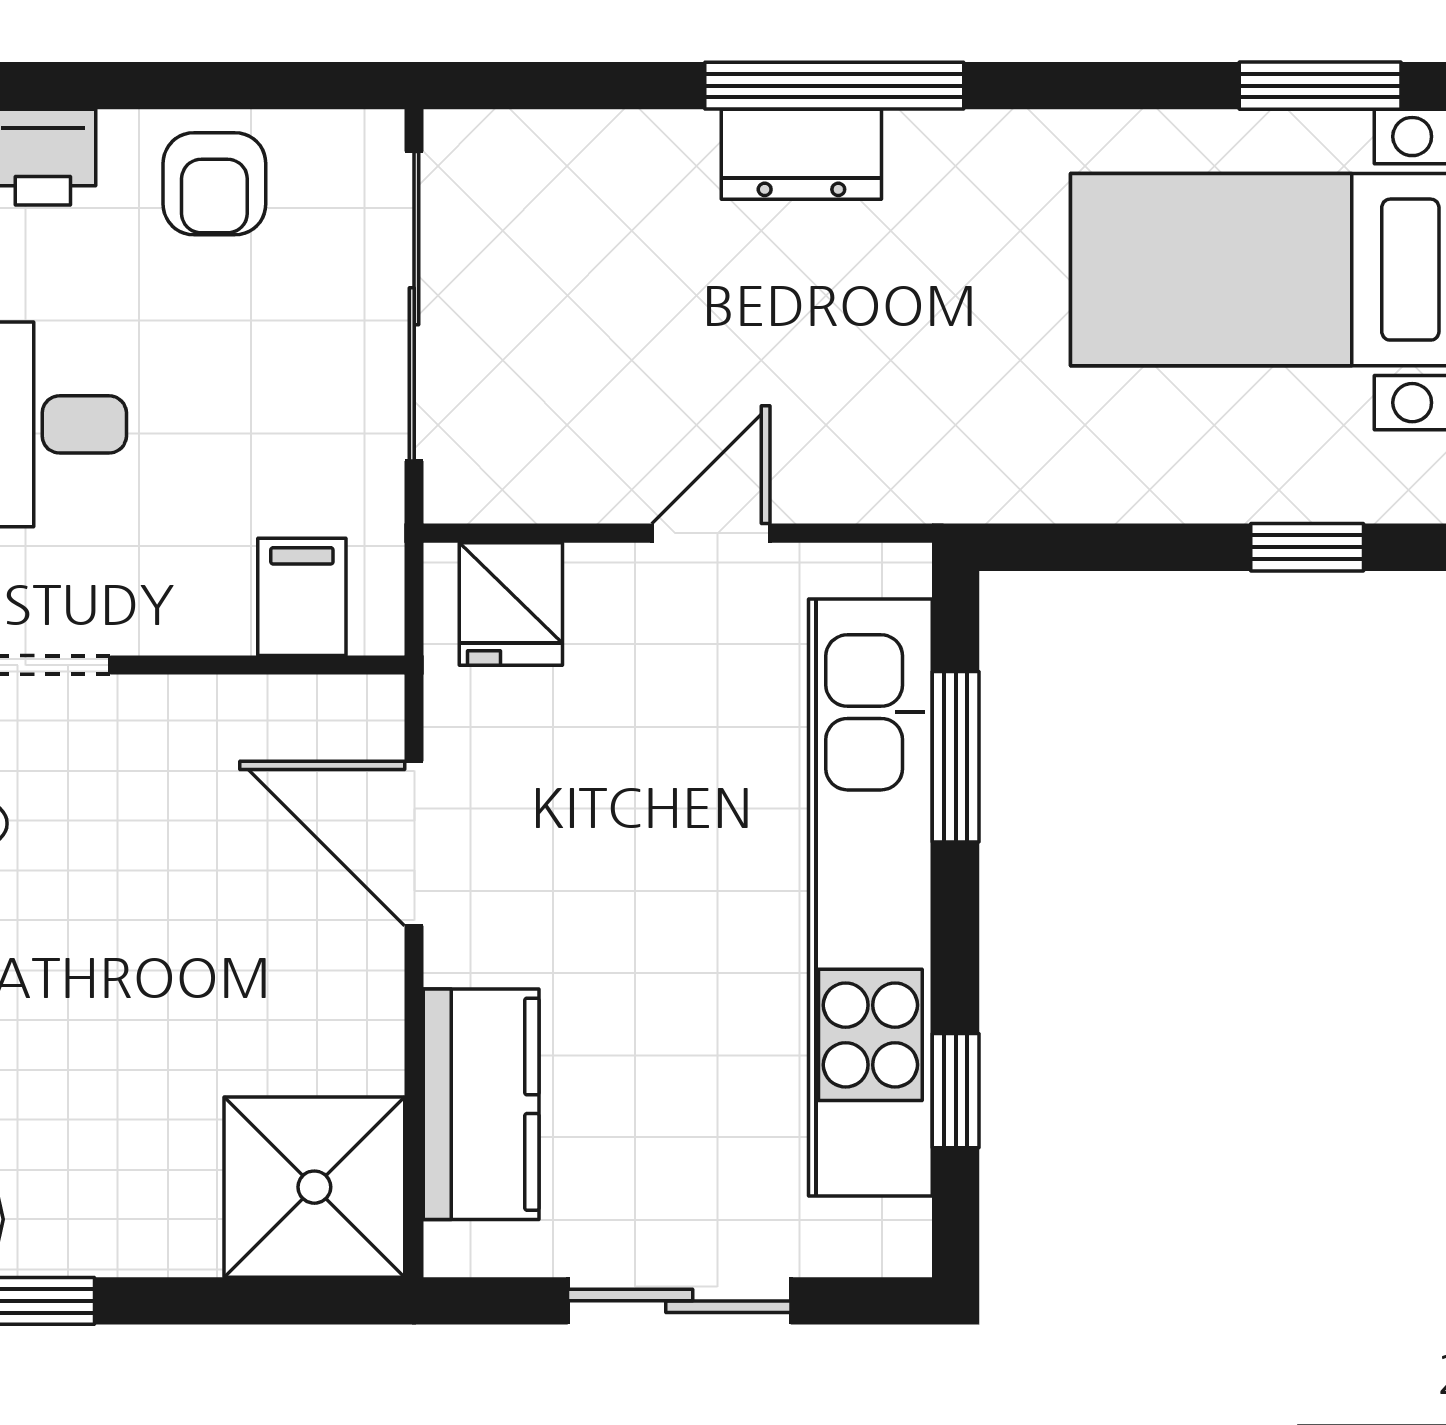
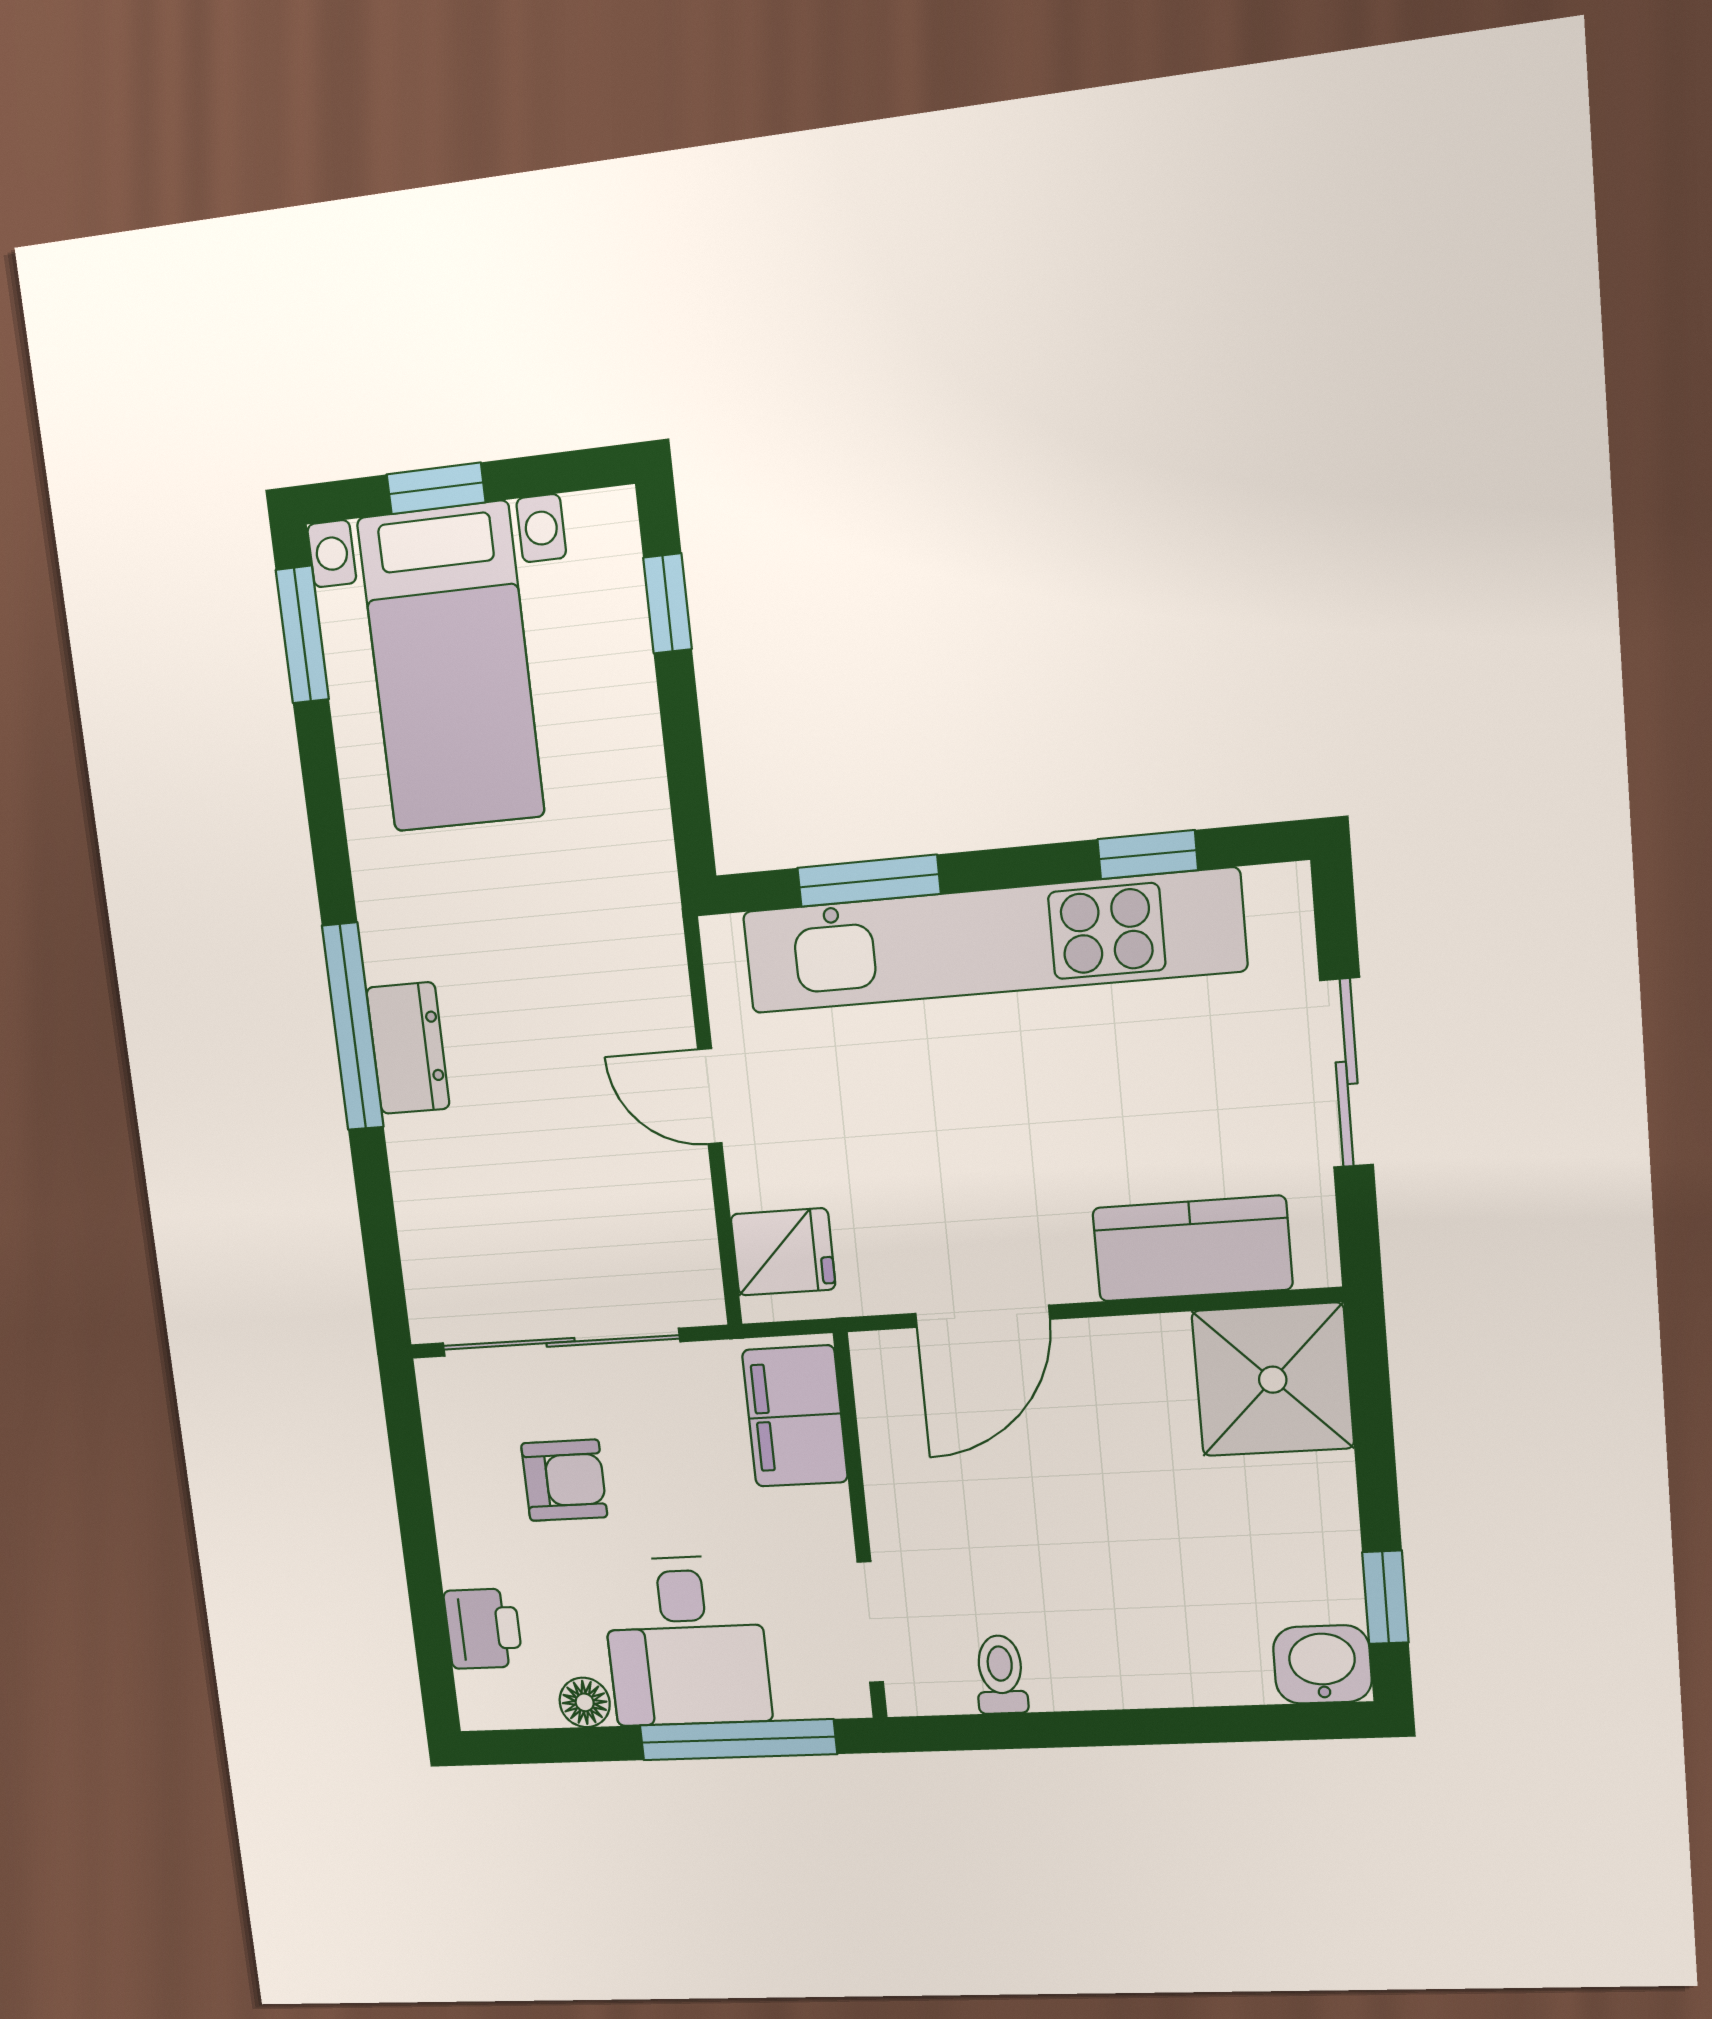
armchair: (214, 184) -> (564, 1480), moved
filing cabinet: (302, 597) -> (795, 1416), width x2.00

